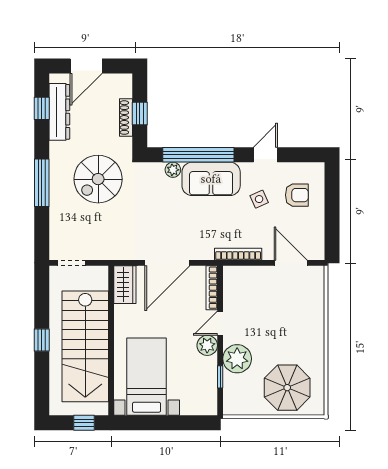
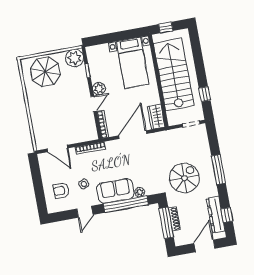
window: (140, 113) -> (166, 223), width x2.17
window: (42, 340) -> (205, 94), moved
plant: (237, 359) -> (75, 58), moved

